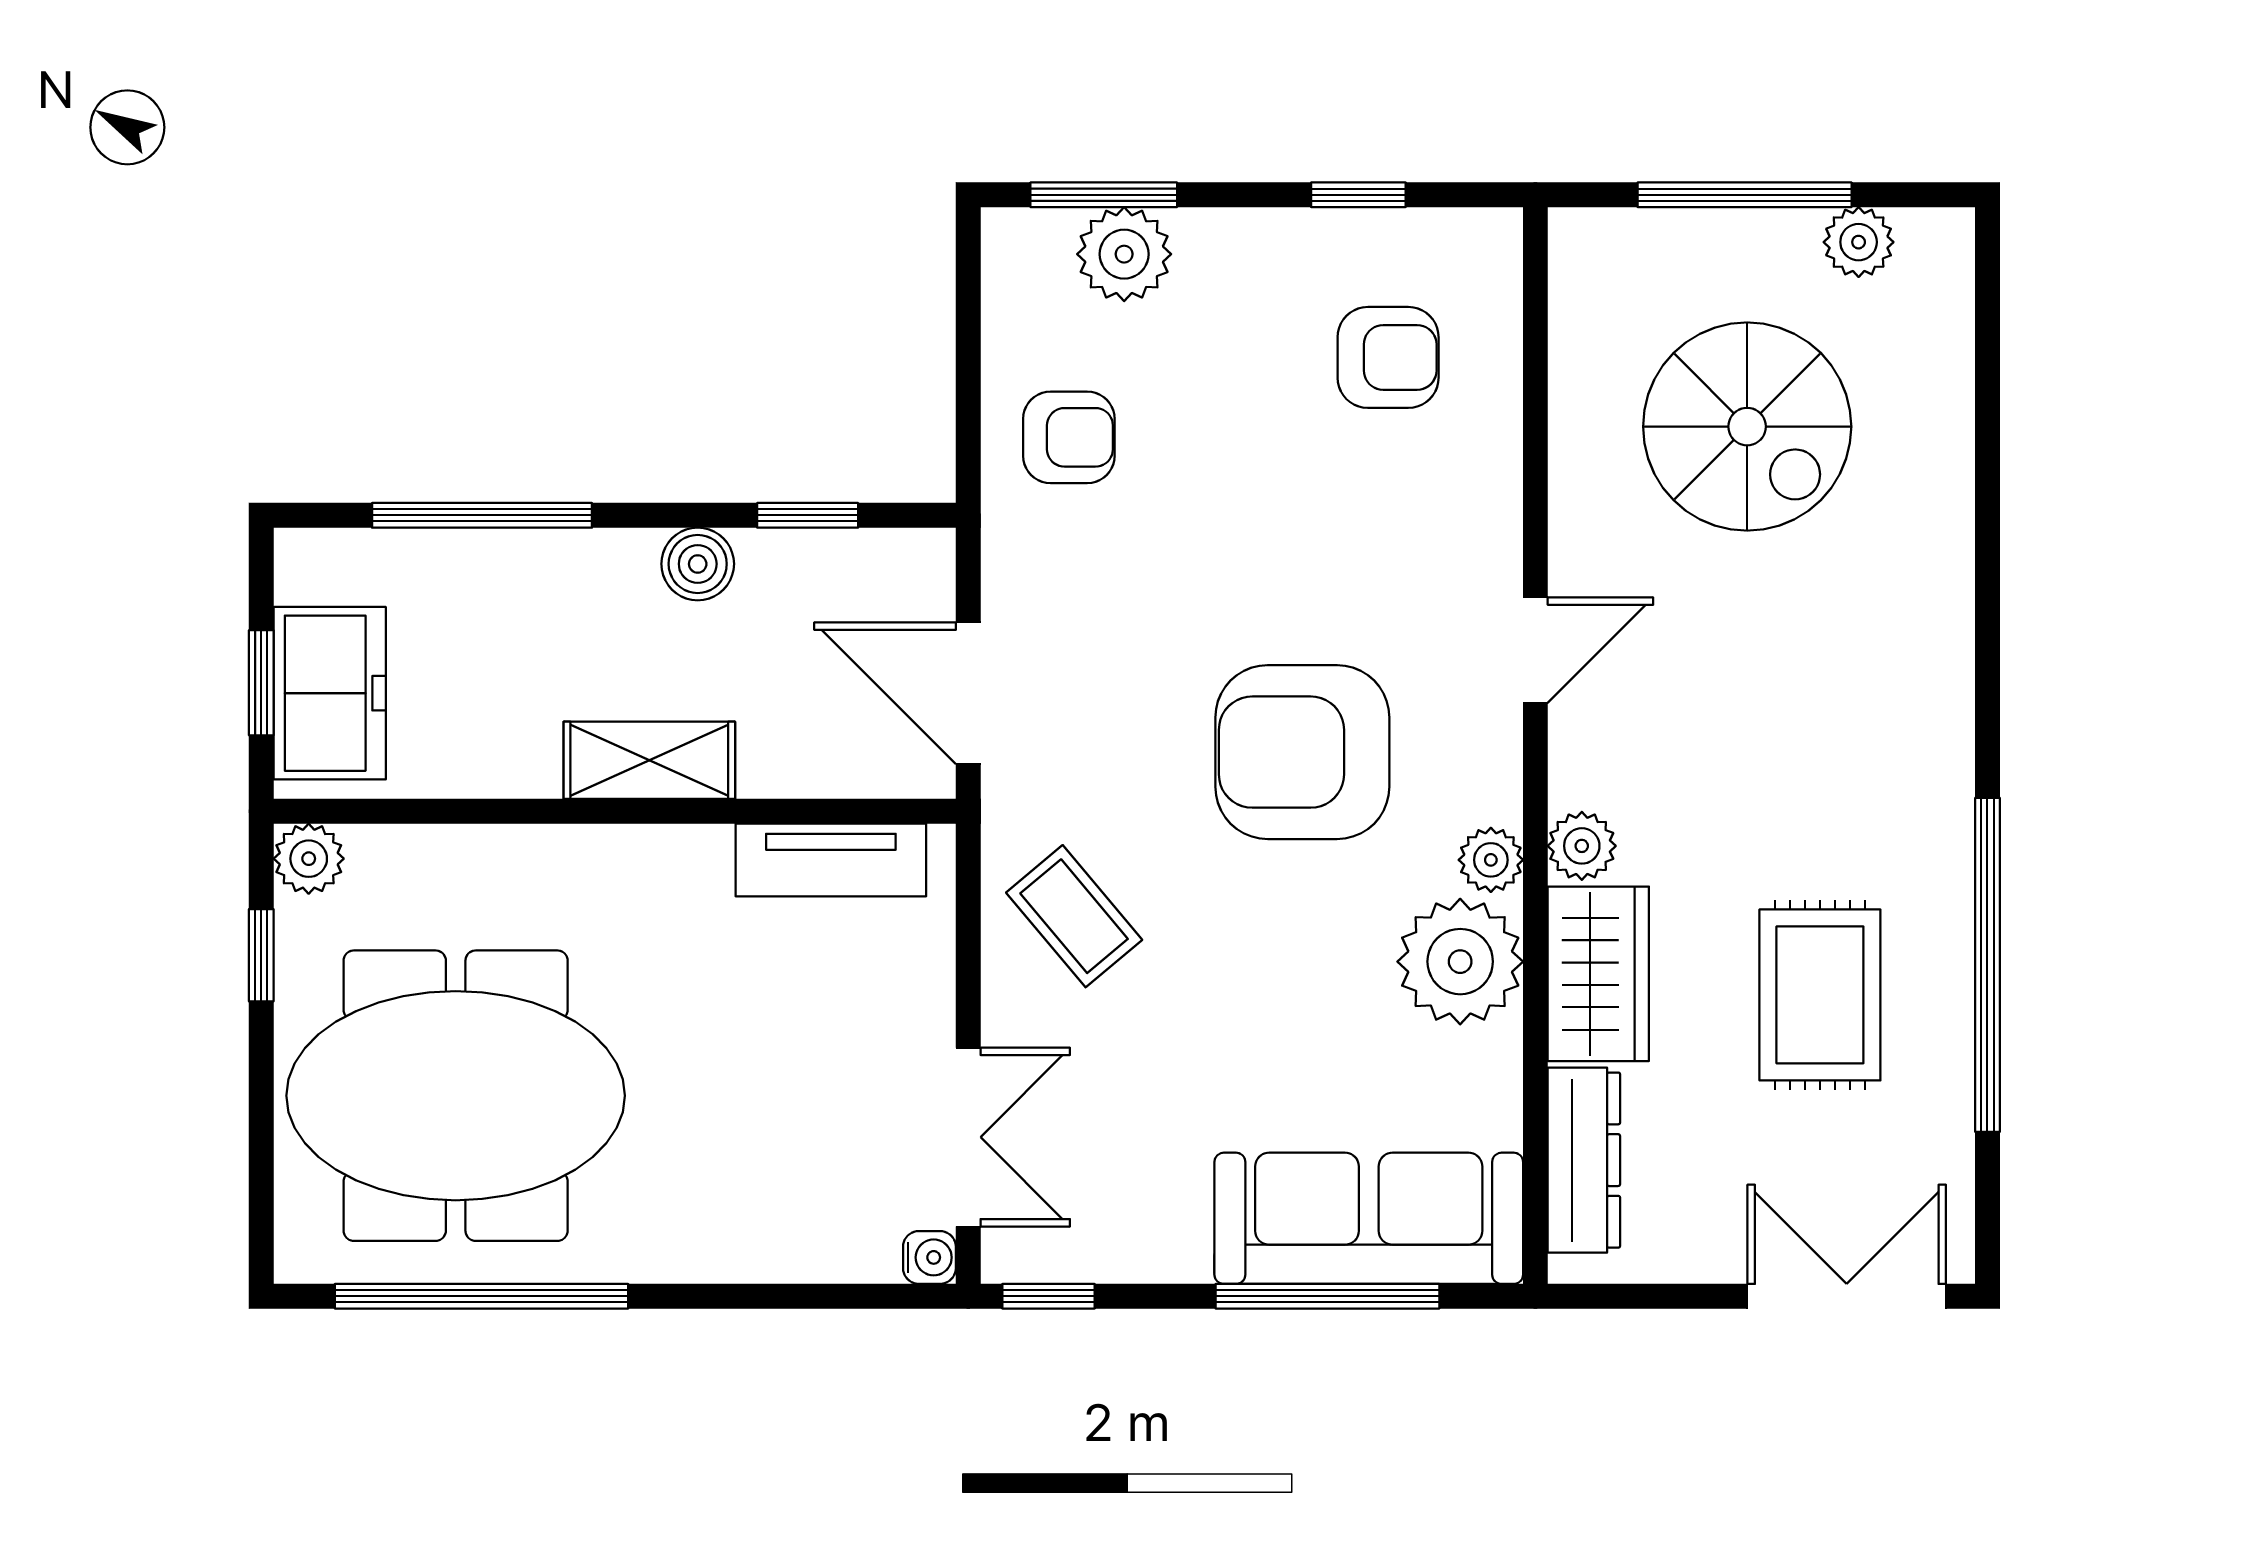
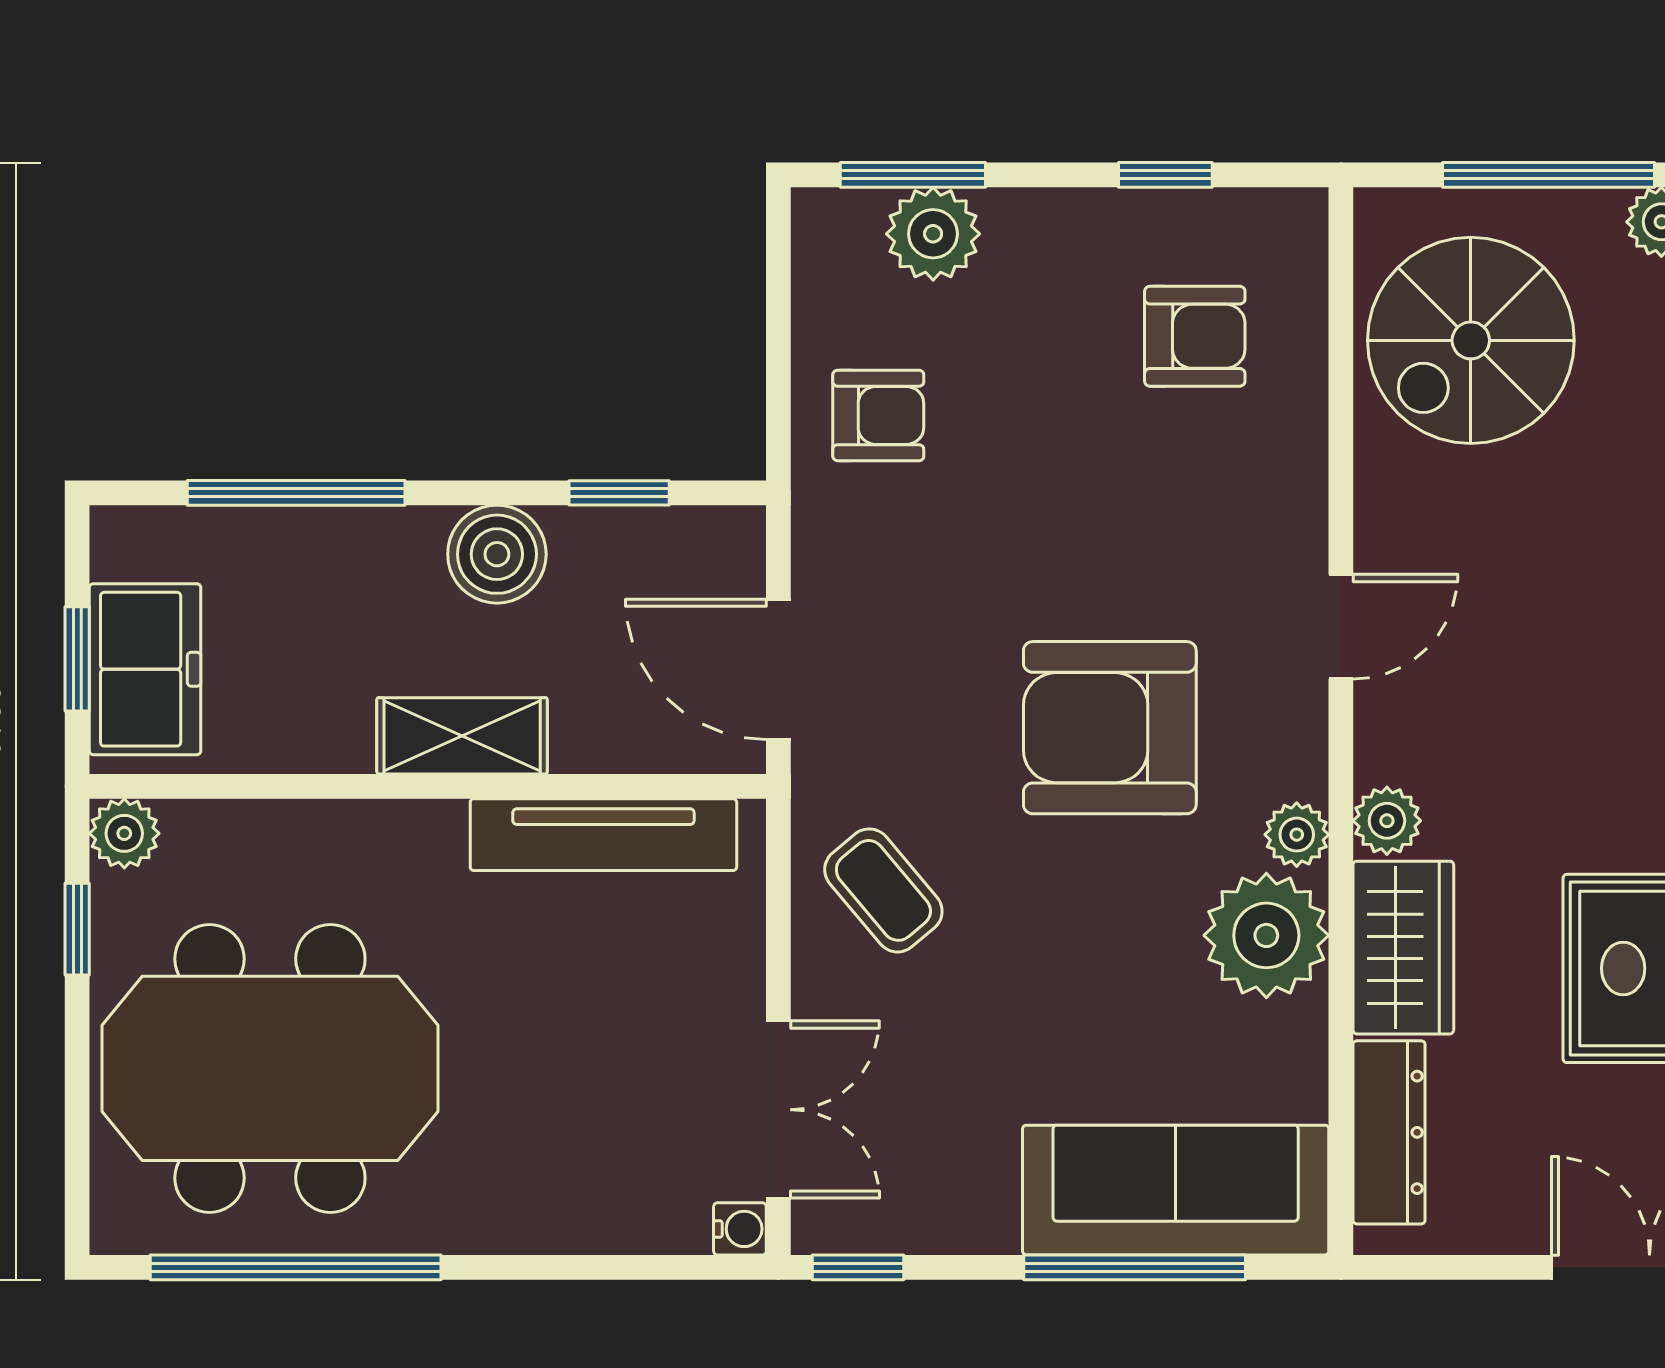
spiral stairs: (1747, 427) -> (1471, 340), moved, turned 90
boiler: (698, 564) -> (497, 554), width x1.36, depth x1.36
tv unit: (831, 860) -> (603, 835), width x1.41

